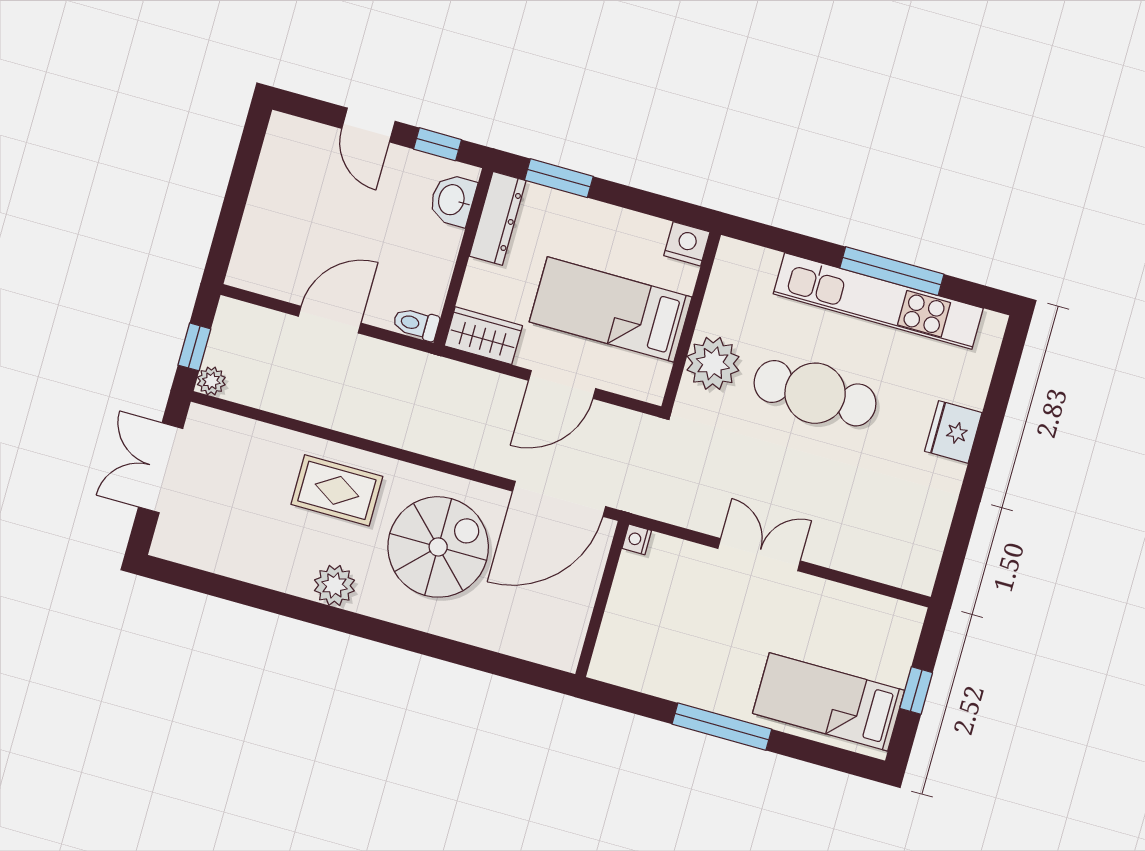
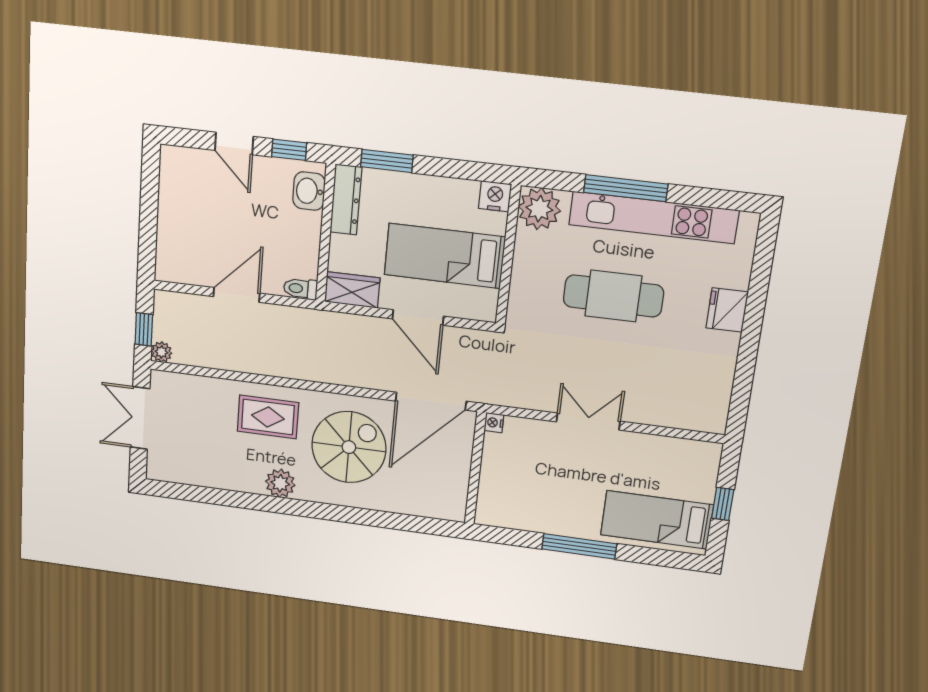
window: (892, 271) -> (626, 188), moved
plant: (713, 363) -> (539, 209), moved
door: (562, 384) -> (418, 317), hinge flipped

